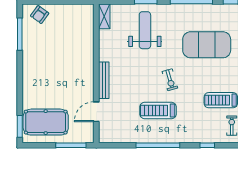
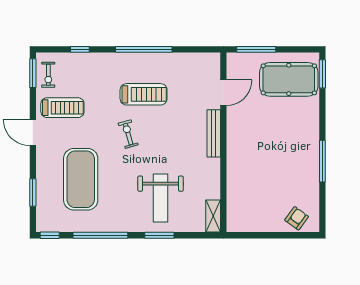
window: (20, 34) -> (322, 161), moved
exercise mat: (207, 45) -> (81, 179), turned 90

